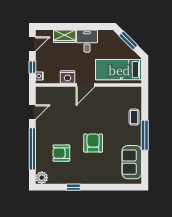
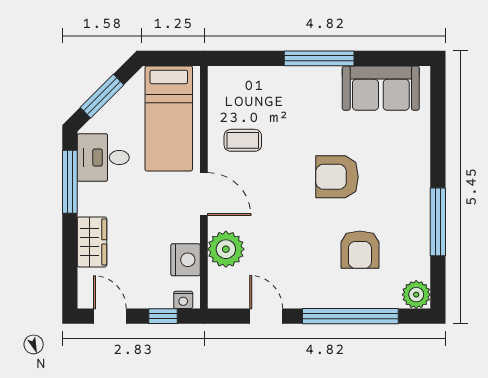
window: (91, 27) -> (70, 182), added
desk: (87, 41) -> (103, 158), moved
nightstand: (68, 77) -> (185, 260), moved
plant: (62, 95) -> (226, 249), added
coffee table: (134, 117) -> (243, 140), moved
window: (73, 187) -> (438, 222), width x2.17

